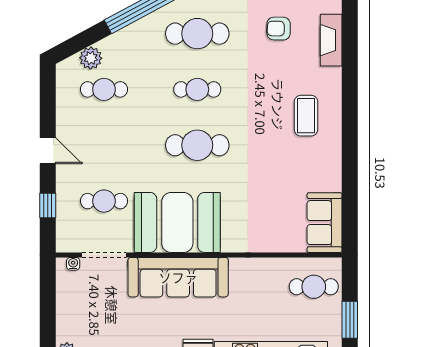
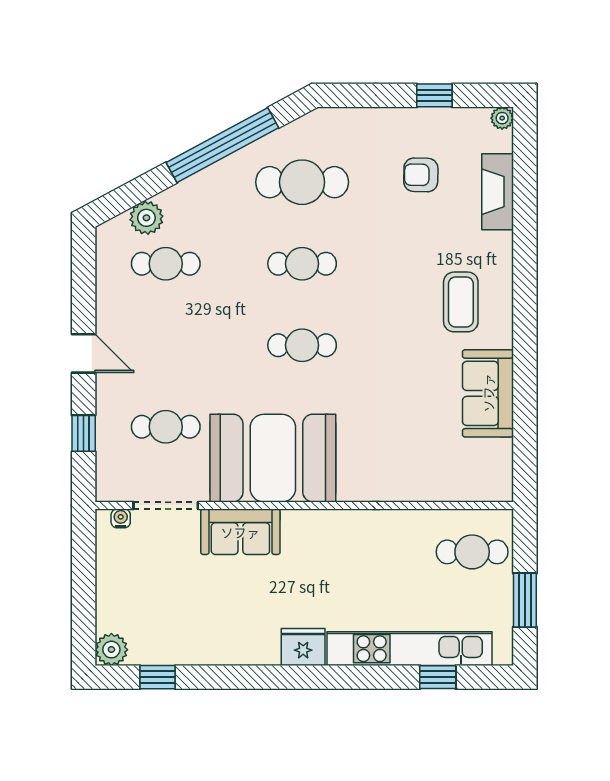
cafe table: (197, 145) -> (302, 345), width x0.73, depth x0.74
sofa: (325, 223) -> (488, 393), moved
sofa: (178, 277) -> (240, 532), width x0.54, depth x0.79

